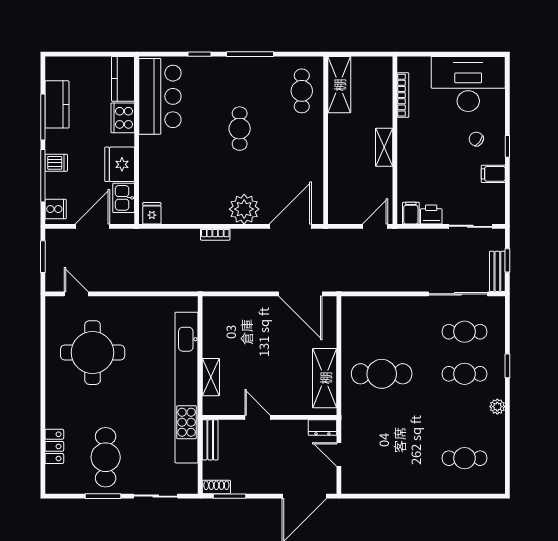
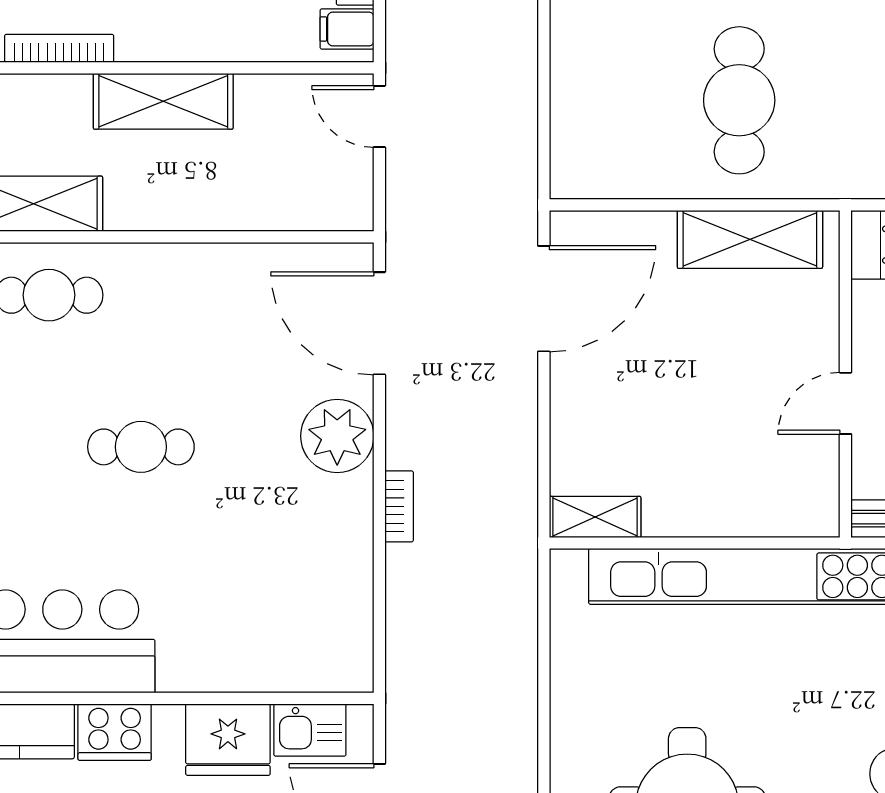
shelving: (384, 147) -> (163, 101), width x1.50, depth x1.33
fridge: (152, 213) -> (347, 661), removed
shelving: (211, 377) -> (595, 517), moved

